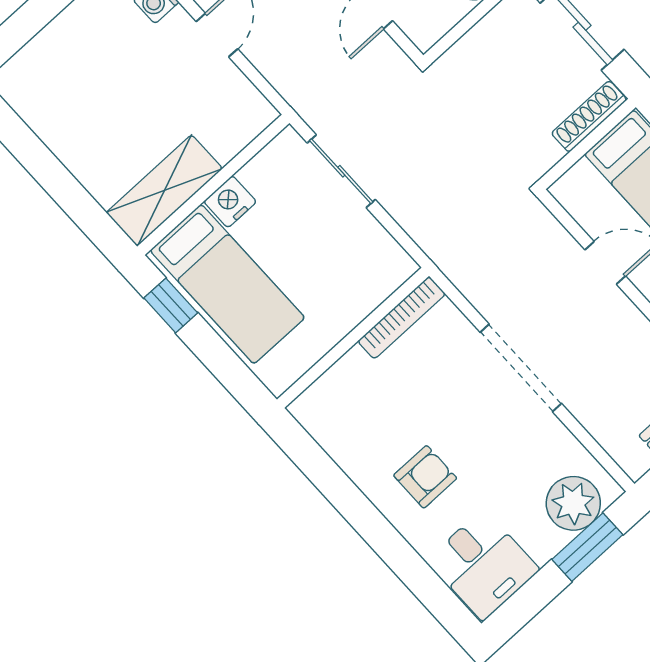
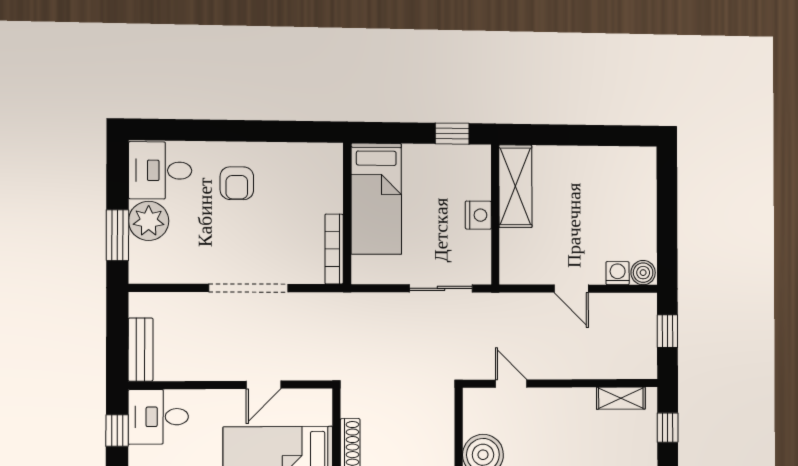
bed: (227, 284) -> (376, 199), moved, turned -90
plant: (573, 503) -> (149, 221), moved

